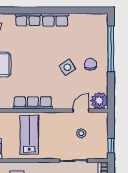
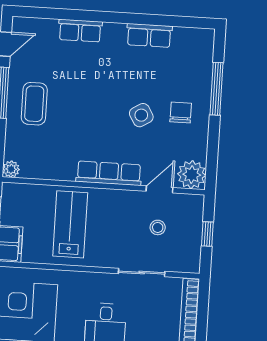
row of seats: (55, 20) -> (149, 35), moved
window: (111, 49) -> (216, 89), width x0.68
row of seats: (33, 103) -> (109, 173), moved
window: (111, 146) -> (207, 234), moved

